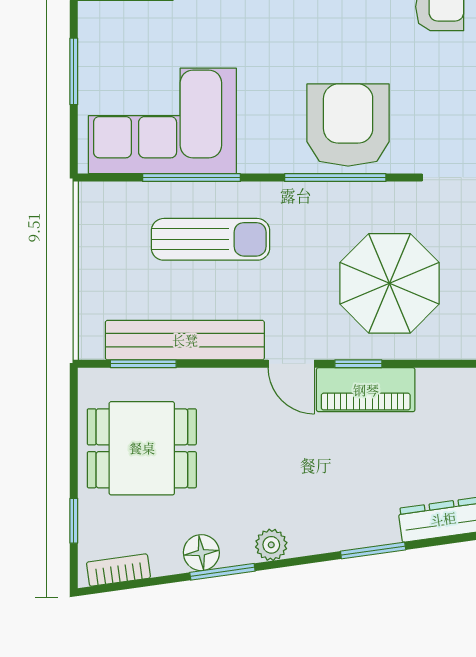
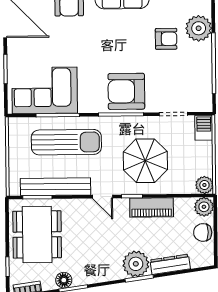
armchair: (348, 125) -> (126, 91), turned -90
sun lounger: (210, 239) -> (66, 142), width x1.36, depth x1.34
piano: (366, 390) -> (152, 207), moved
dining table: (142, 448) -> (37, 234), width x1.38
plant: (271, 545) -> (136, 264), moved, width x1.88, depth x1.88

